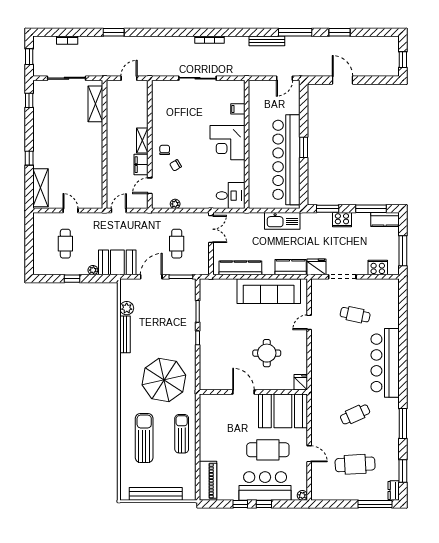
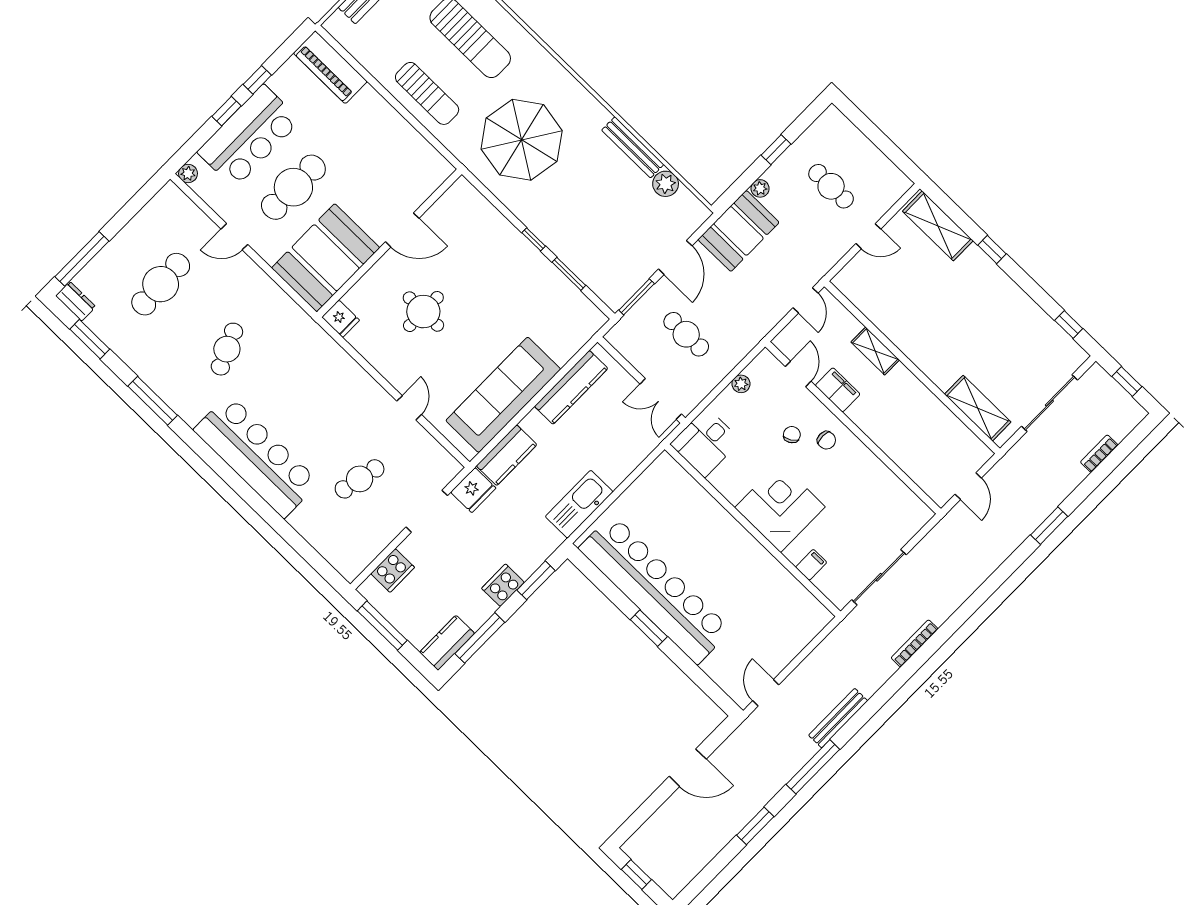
filing cabinet: (238, 109) -> (811, 565), moved
shelving: (142, 141) -> (875, 351), moved
corner desk: (227, 143) -> (780, 507), moved
wall: (247, 144) -> (753, 530), moved
desk: (231, 196) -> (706, 442), moved

